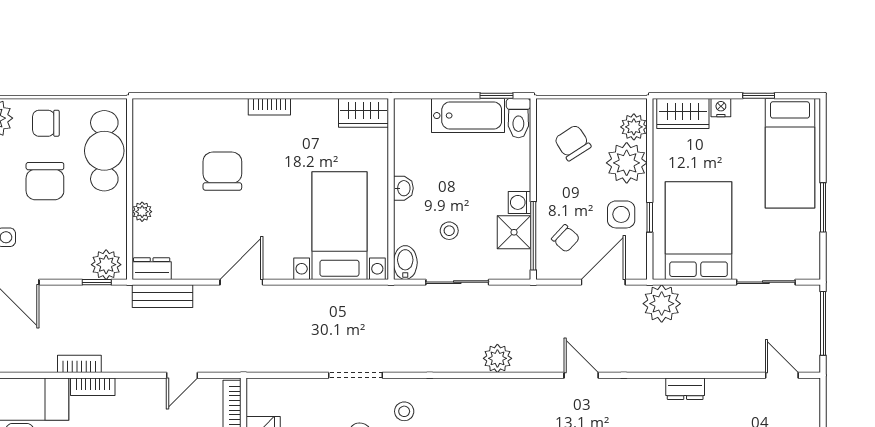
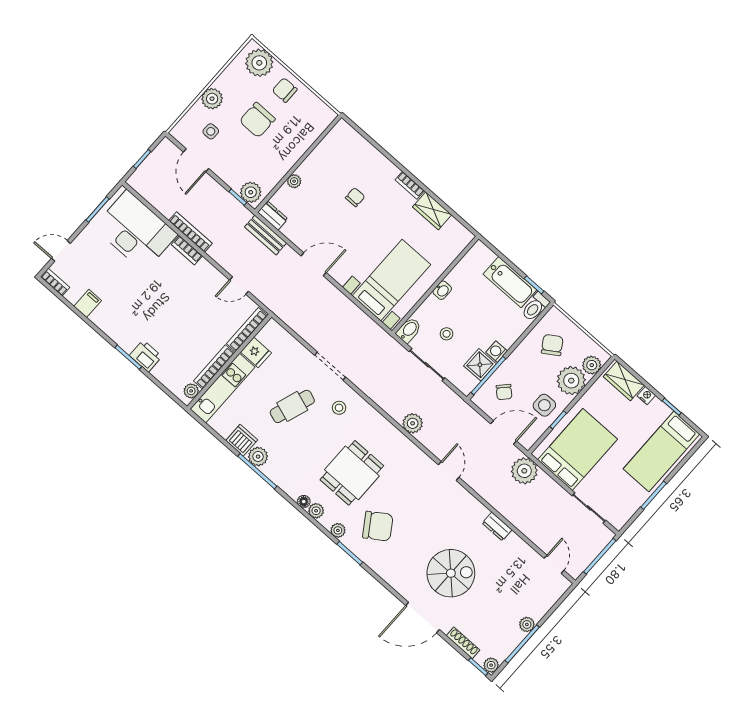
wardrobe: (363, 113) -> (432, 211), moved
cafe table: (104, 151) -> (303, 132), removed
chair: (222, 171) -> (355, 197), width x0.54, depth x0.54
bookcase: (79, 364) -> (190, 232), width x1.56

